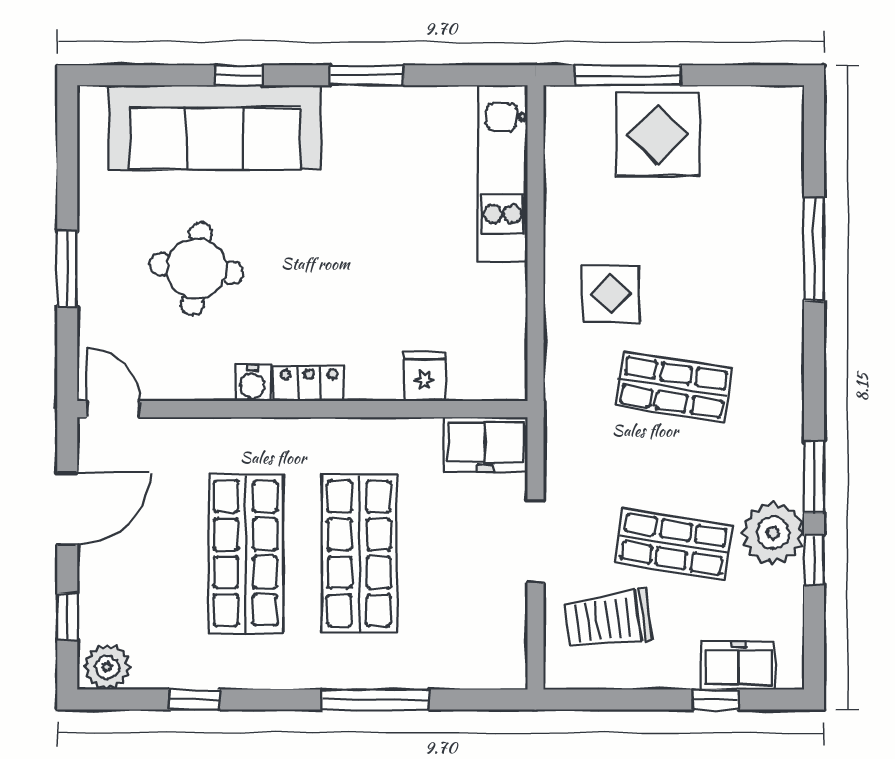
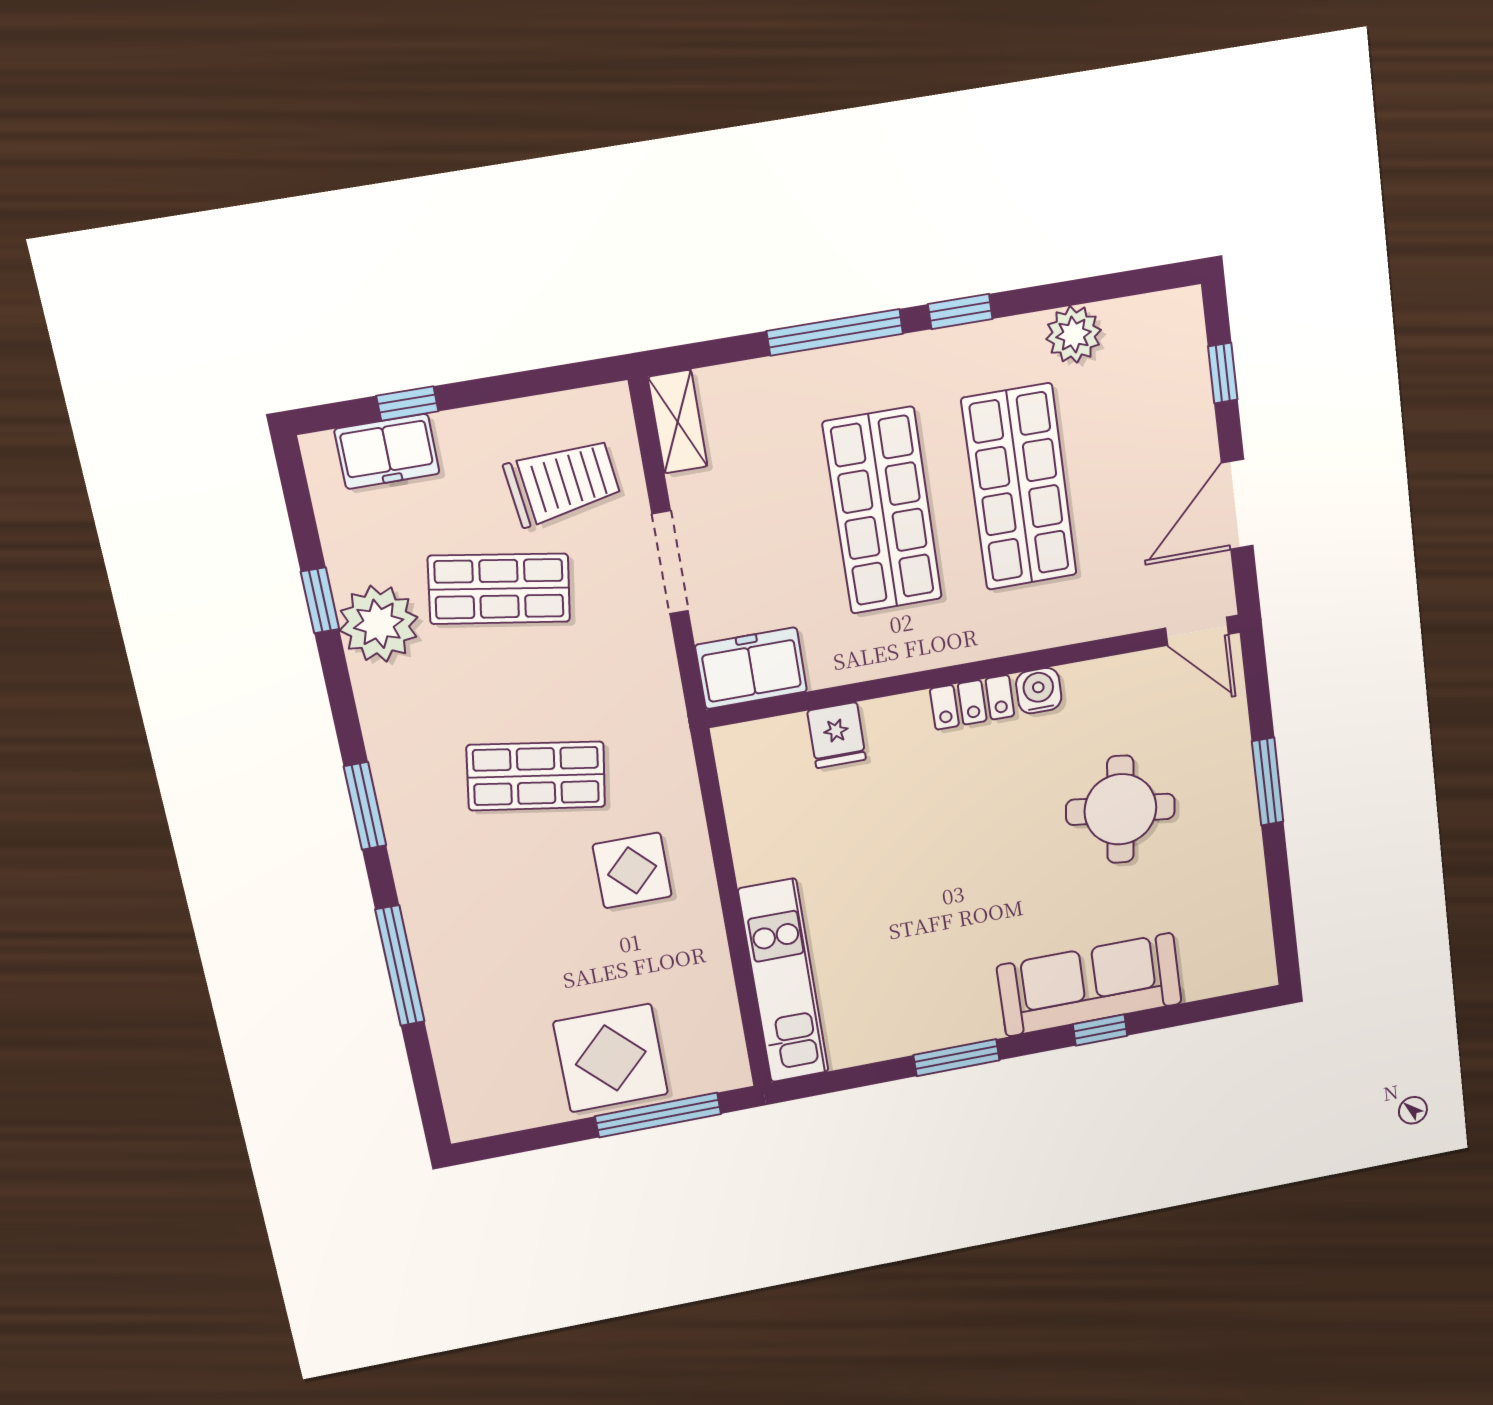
sofa: (215, 127) -> (1089, 985), width x0.74, depth x0.79
window: (814, 477) -> (365, 806), moved
shelving: (510, 651) -> (678, 422), added
plant: (107, 667) -> (1074, 335), moved
window: (195, 699) -> (960, 311), moved

